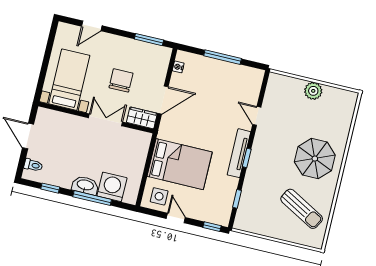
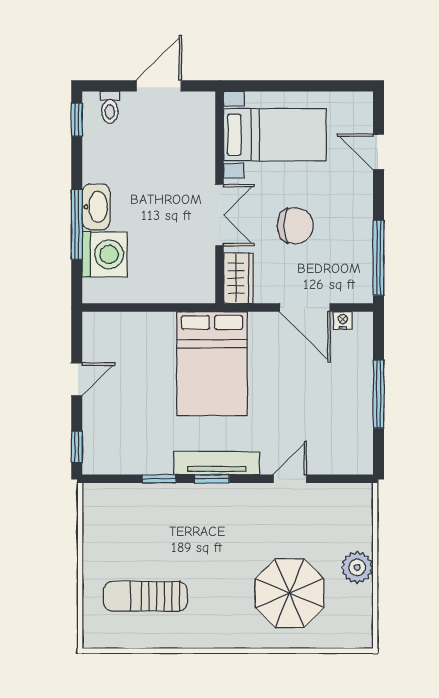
window: (149, 40) -> (379, 258), width x1.44
door: (163, 100) -> (305, 307), moved
parasol: (315, 159) -> (289, 593), moved
bed: (180, 164) -> (212, 364), moved
window: (50, 188) -> (77, 120), moved
side table: (159, 196) -> (108, 341), removed
window: (237, 199) -> (159, 479), moved
sun lounger: (302, 209) -> (145, 596), turned 61

